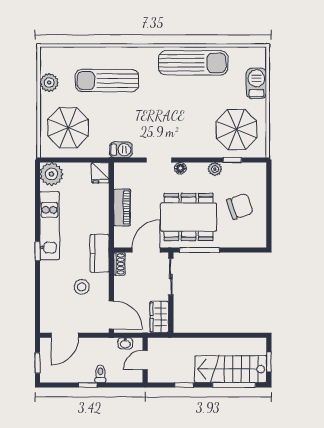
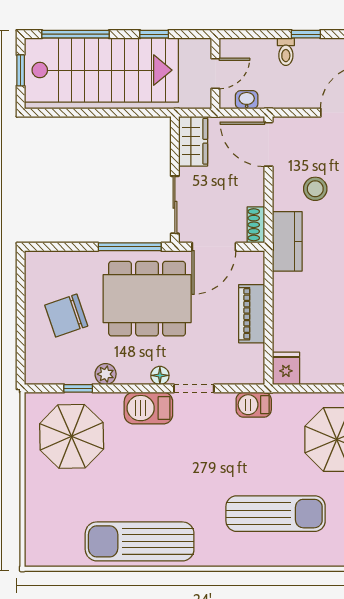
barbecue: (256, 83) -> (148, 408), moved, turned 90
stairs: (231, 369) -> (101, 70), width x1.36, depth x1.51

